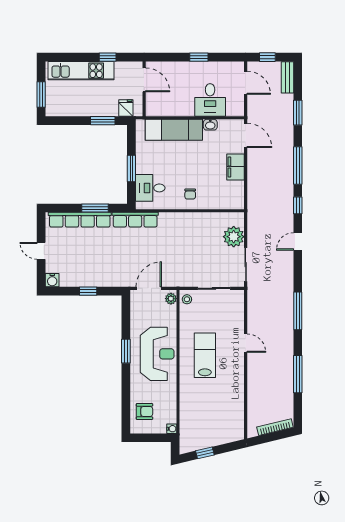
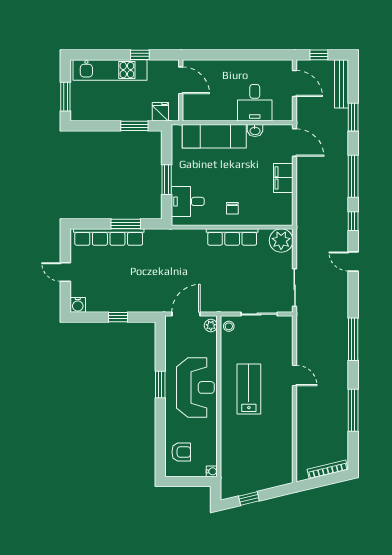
window: (199, 57) -> (242, 55), removed
bench: (287, 77) -> (342, 84), width x1.36
row of seats: (135, 220) -> (232, 237), moved
plant: (234, 237) -> (281, 240), moved
door: (298, 241) -> (353, 261), hinge flipped

